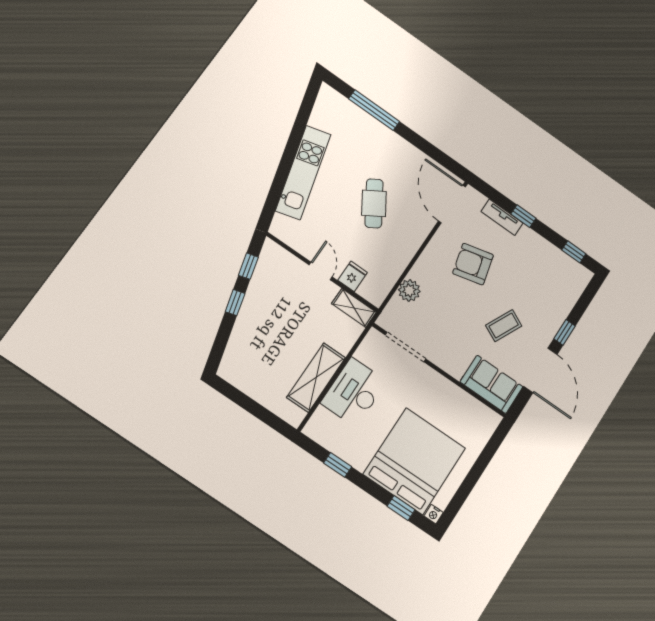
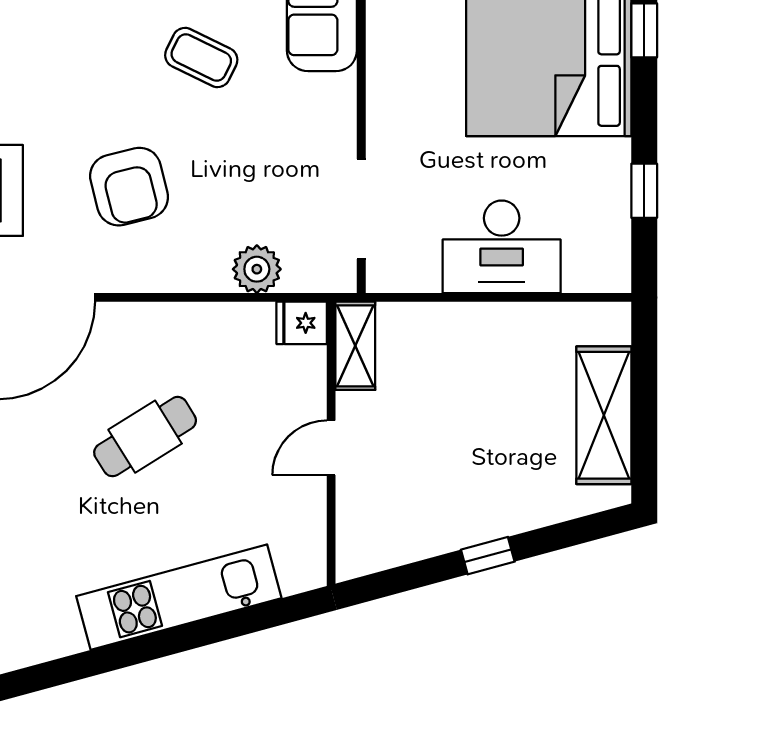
window: (248, 266) -> (410, 577), removed
fridge: (353, 276) -> (302, 323), moved
shelving: (316, 378) -> (604, 415), moved, turned 90

